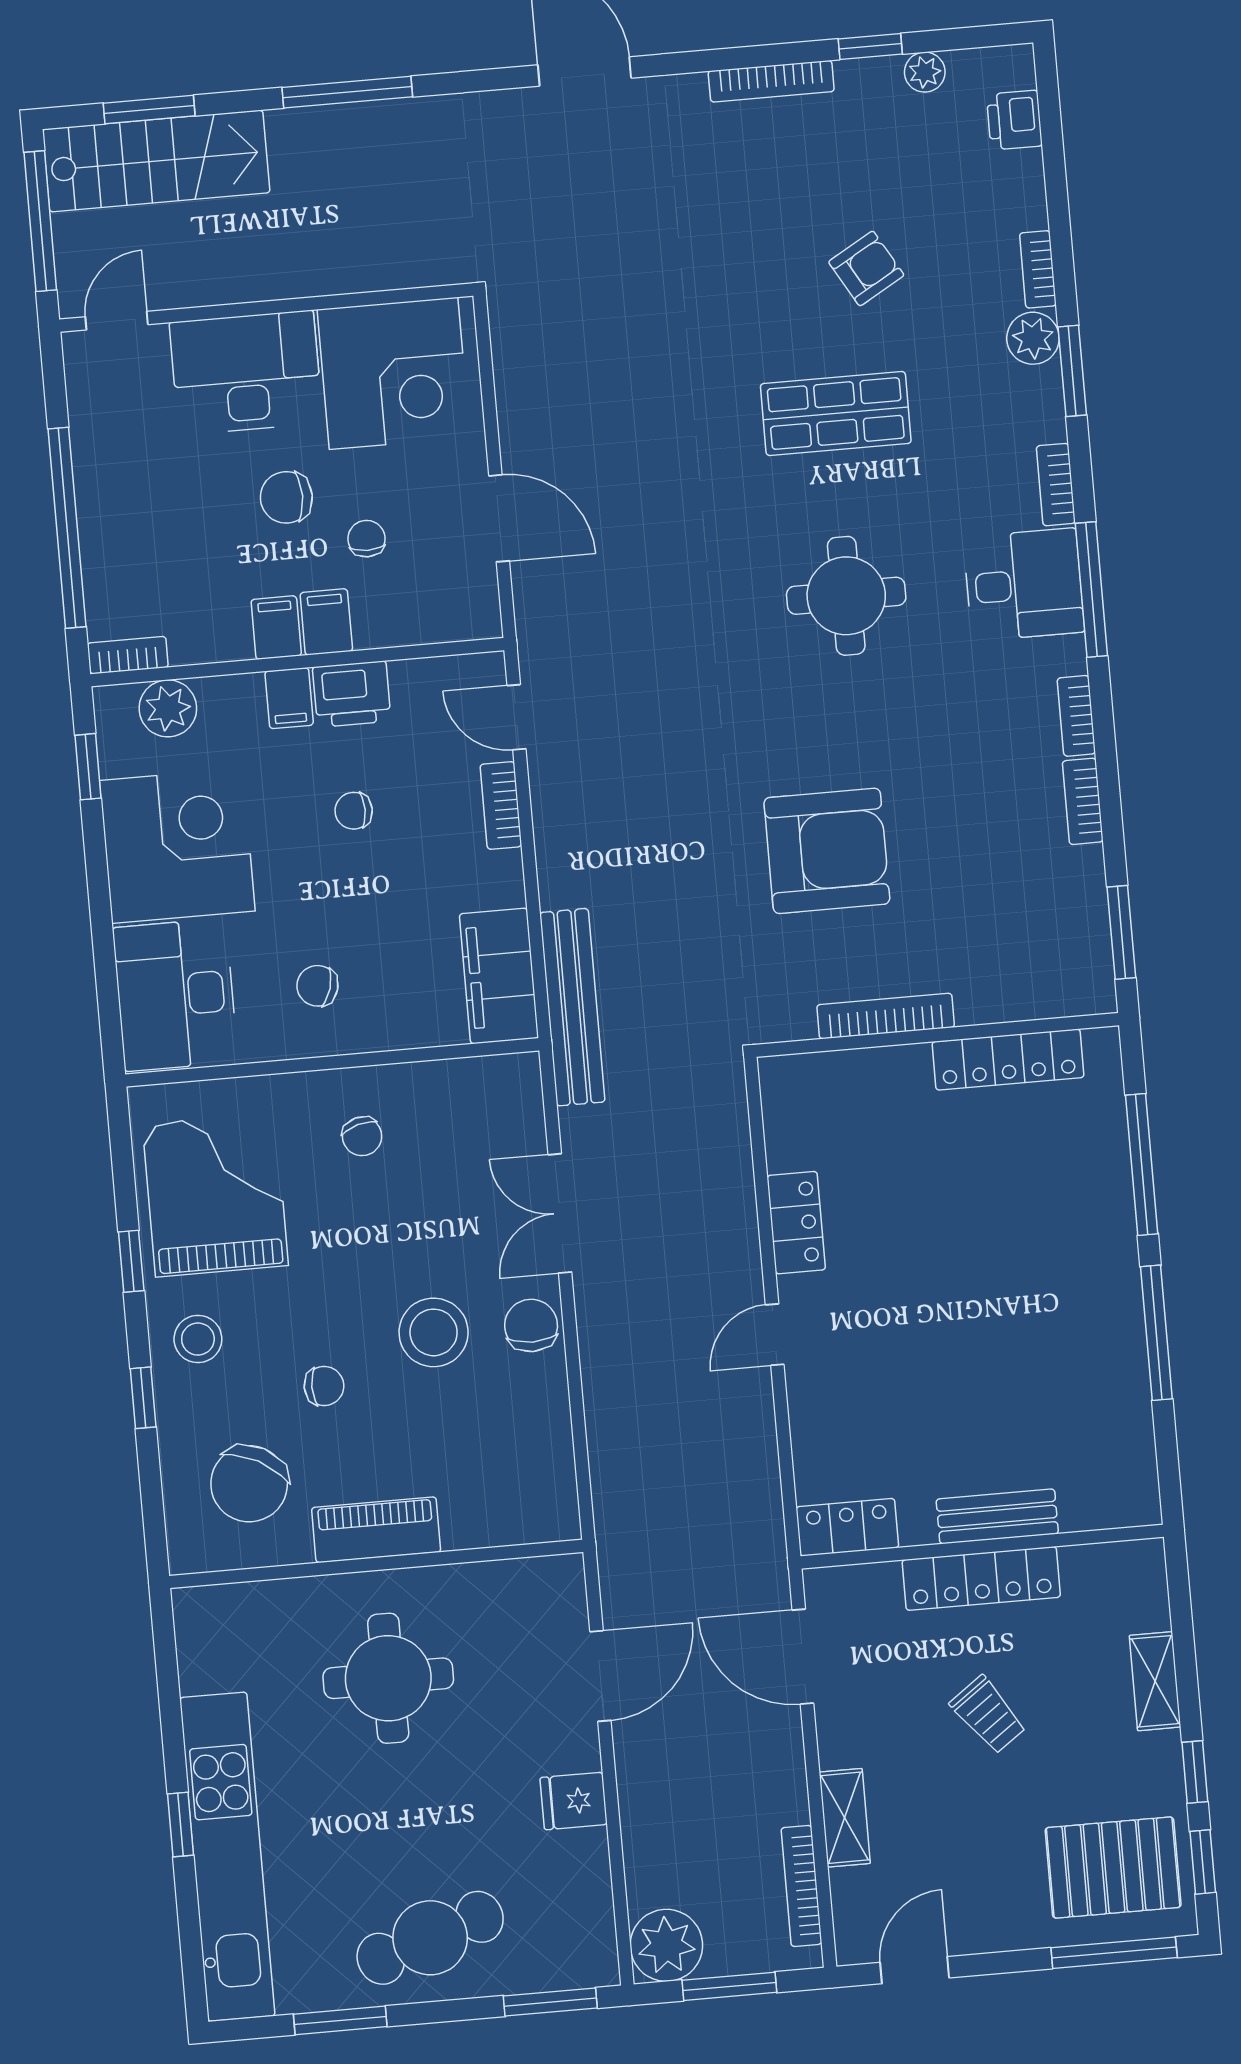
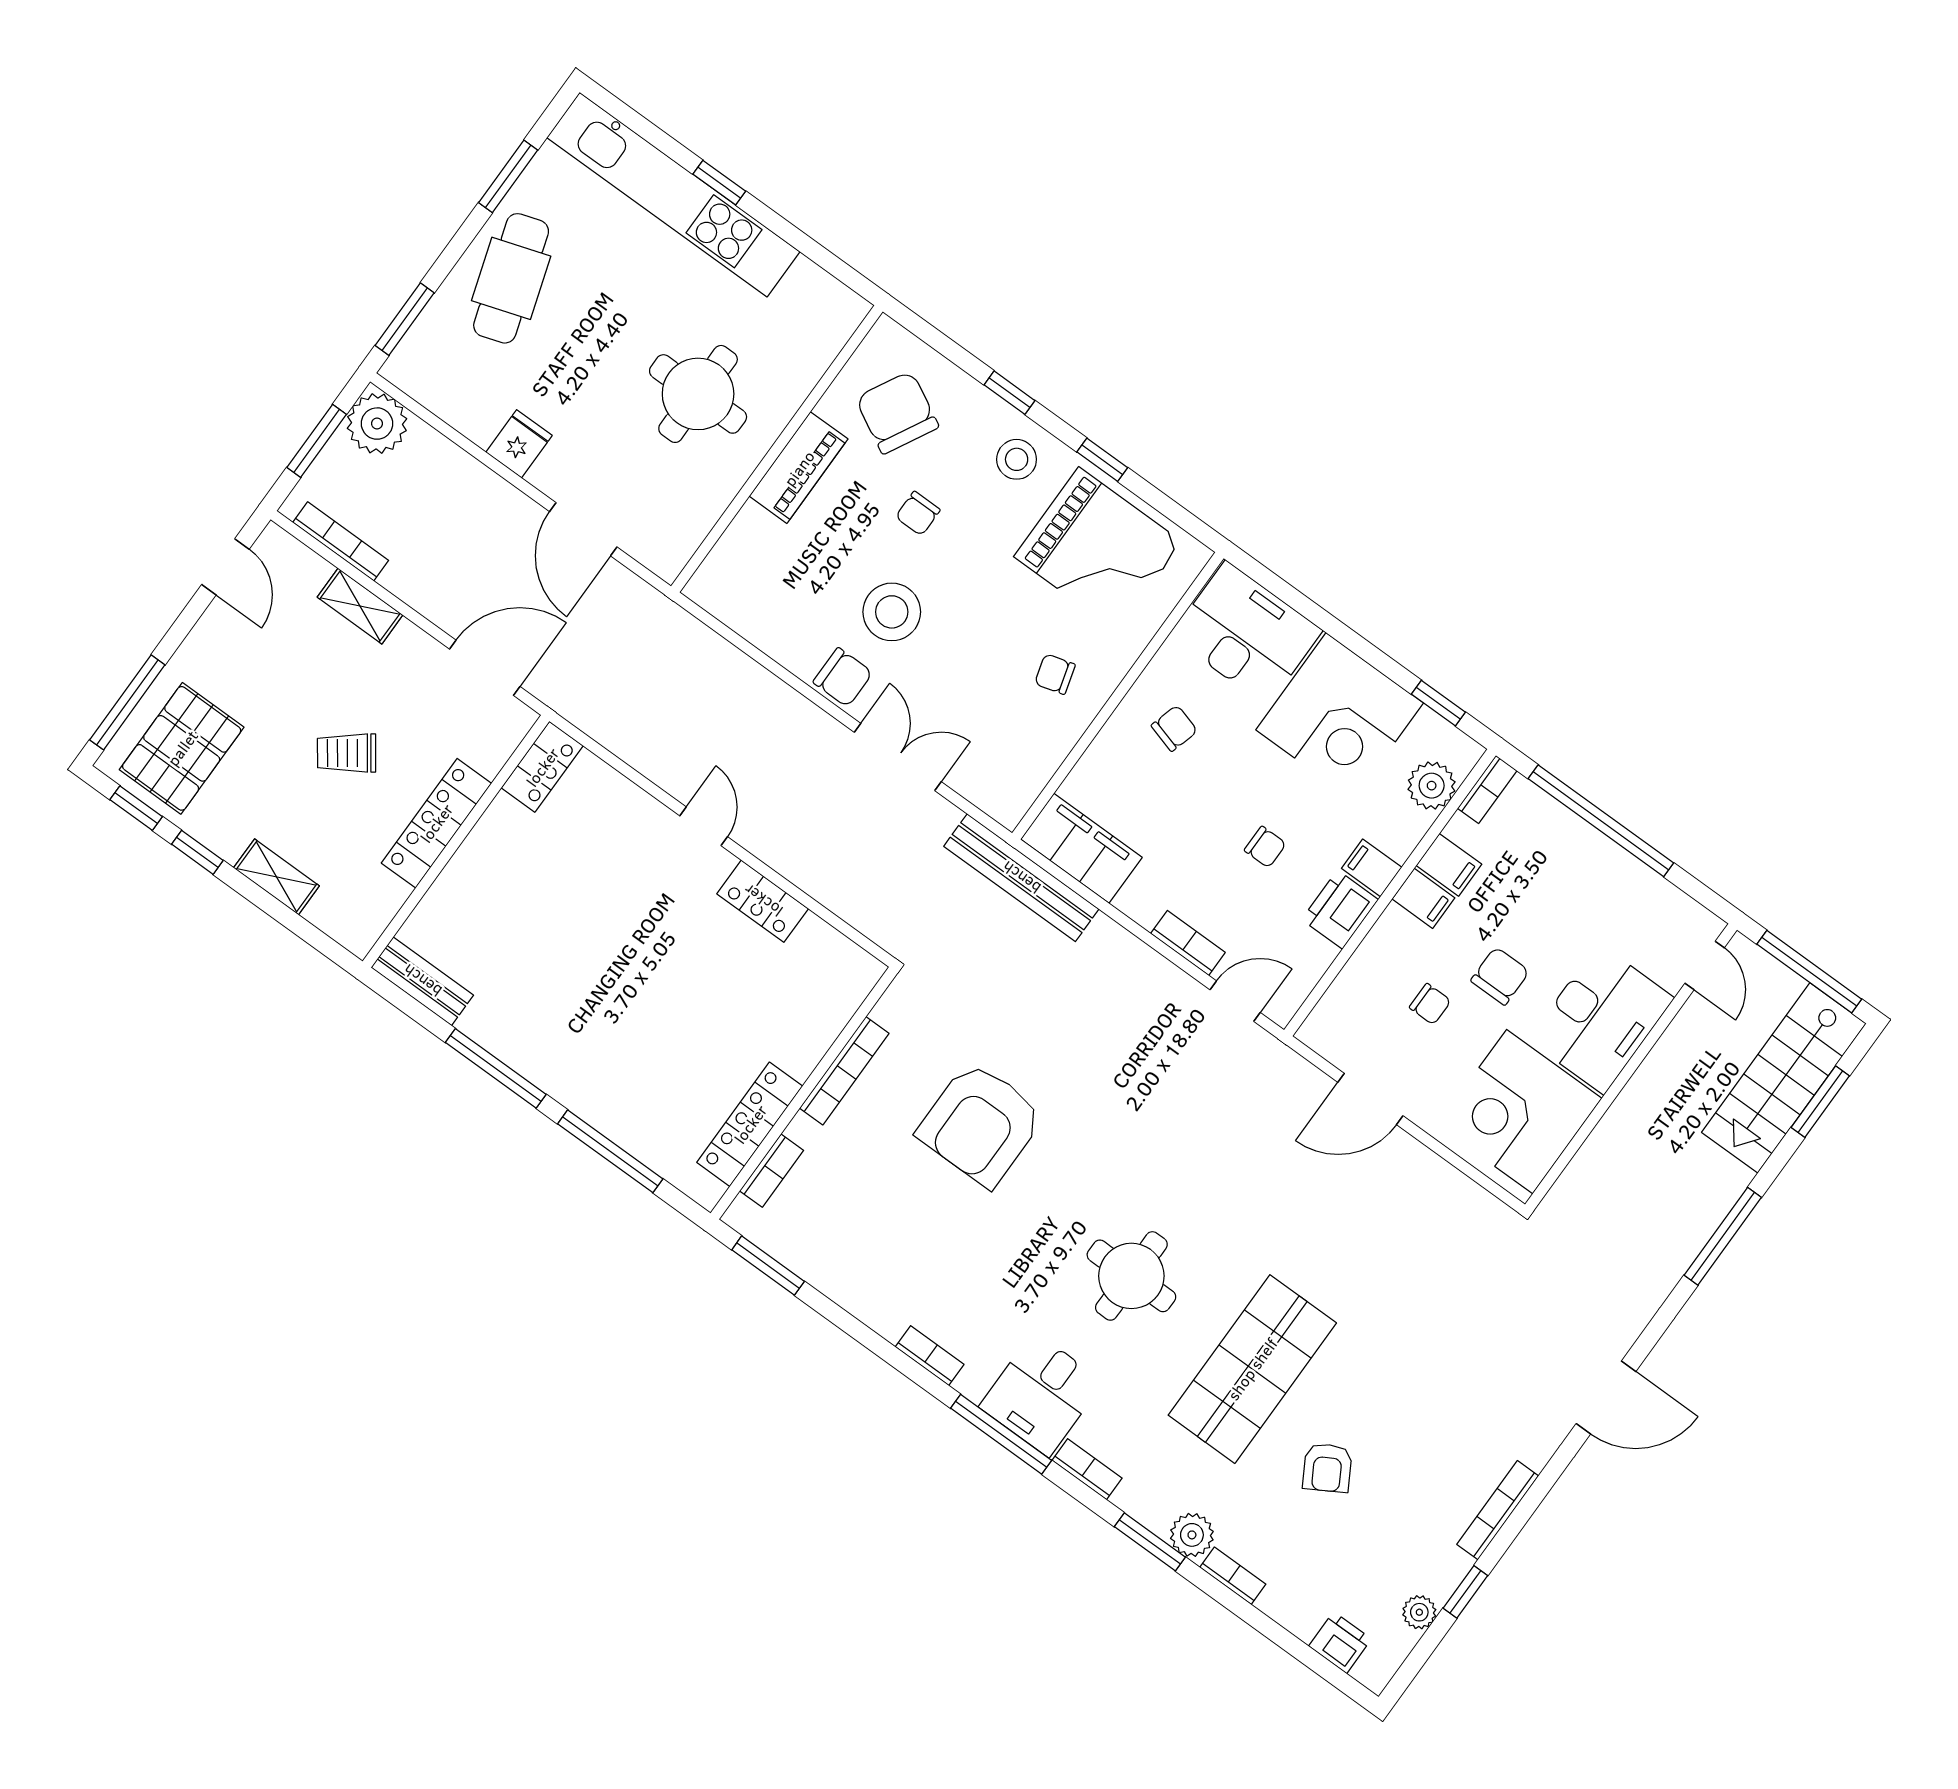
shop shelf: (836, 414) -> (1252, 1369), width x1.43, depth x1.36
filing cabinet: (326, 622) -> (1449, 865), moved
bookcase: (1083, 801) -> (772, 1171), moved, turned 90
chair: (354, 811) -> (1265, 847), turned 90
bench: (997, 1516) -> (422, 981), moved, turned 90

